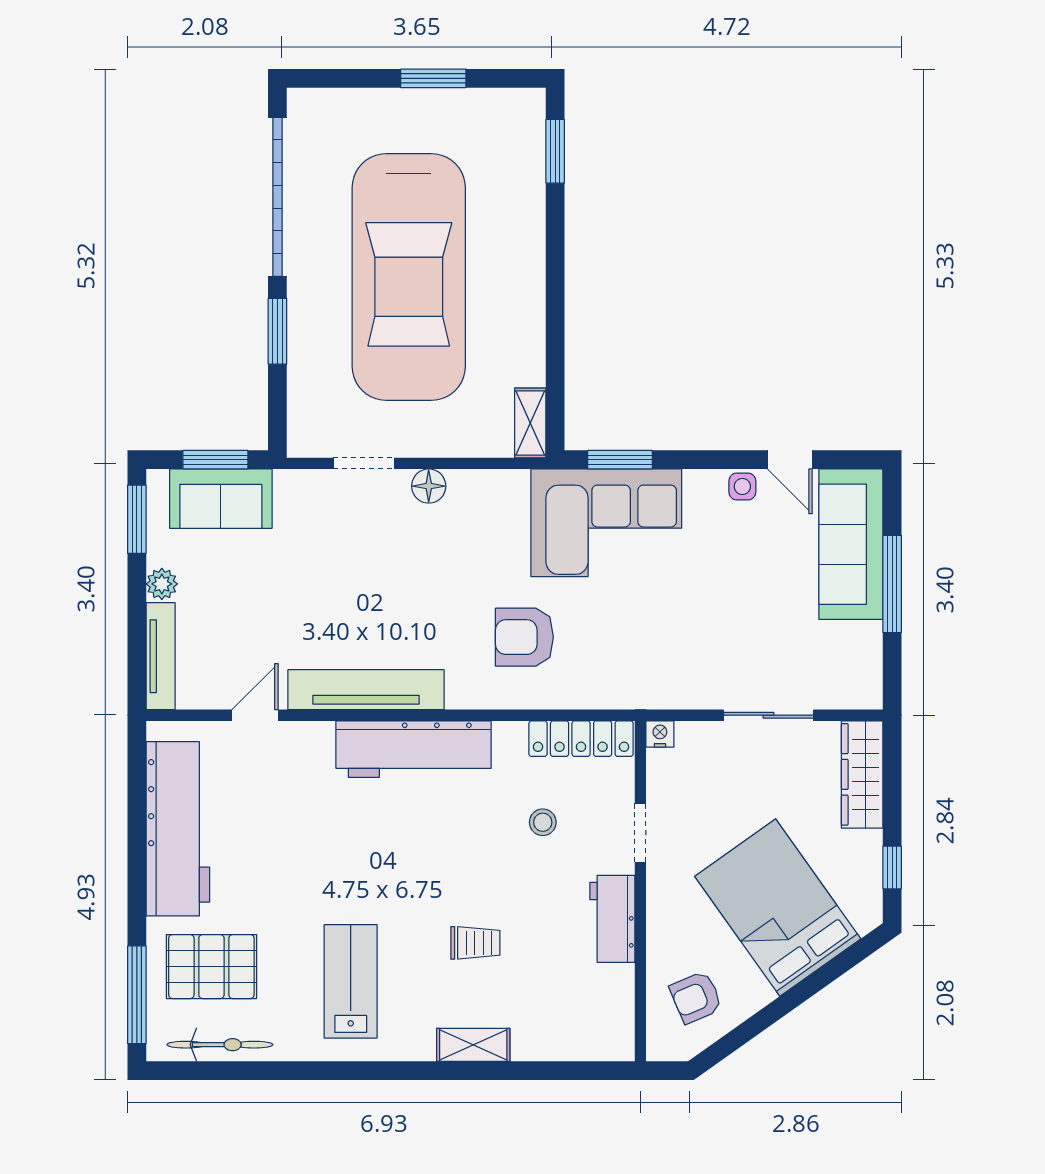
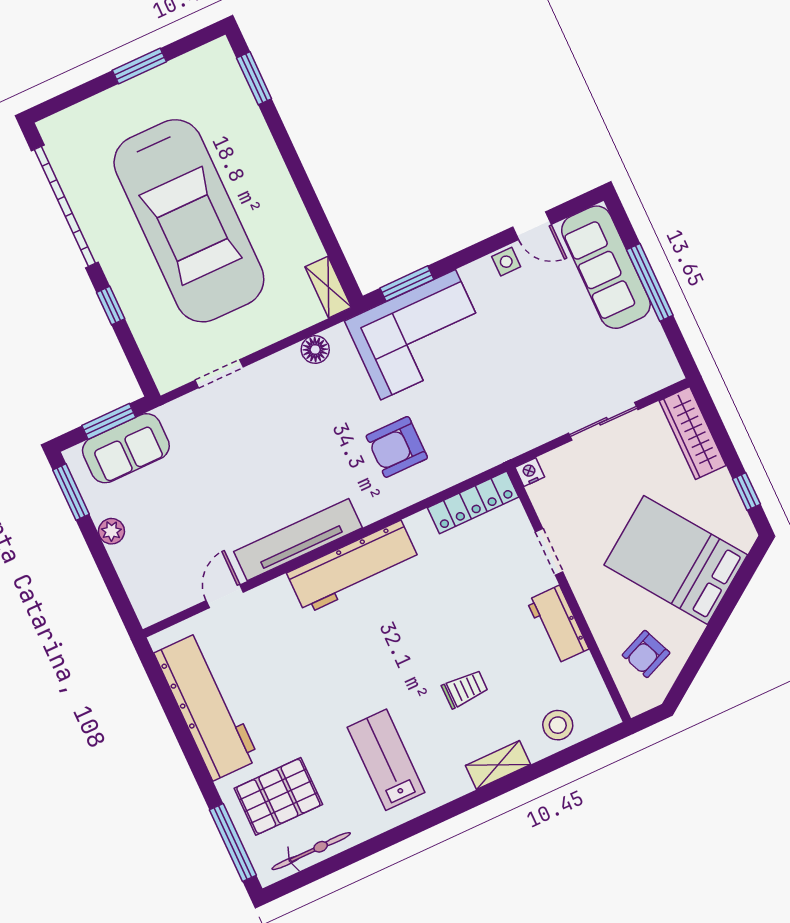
window: (277, 331) -> (111, 306), width x0.67
floor lamp: (429, 486) -> (315, 350), moved
tv unit: (161, 656) -> (135, 585), removed
stool: (543, 822) -> (558, 725), moved, width x1.37, depth x1.37

